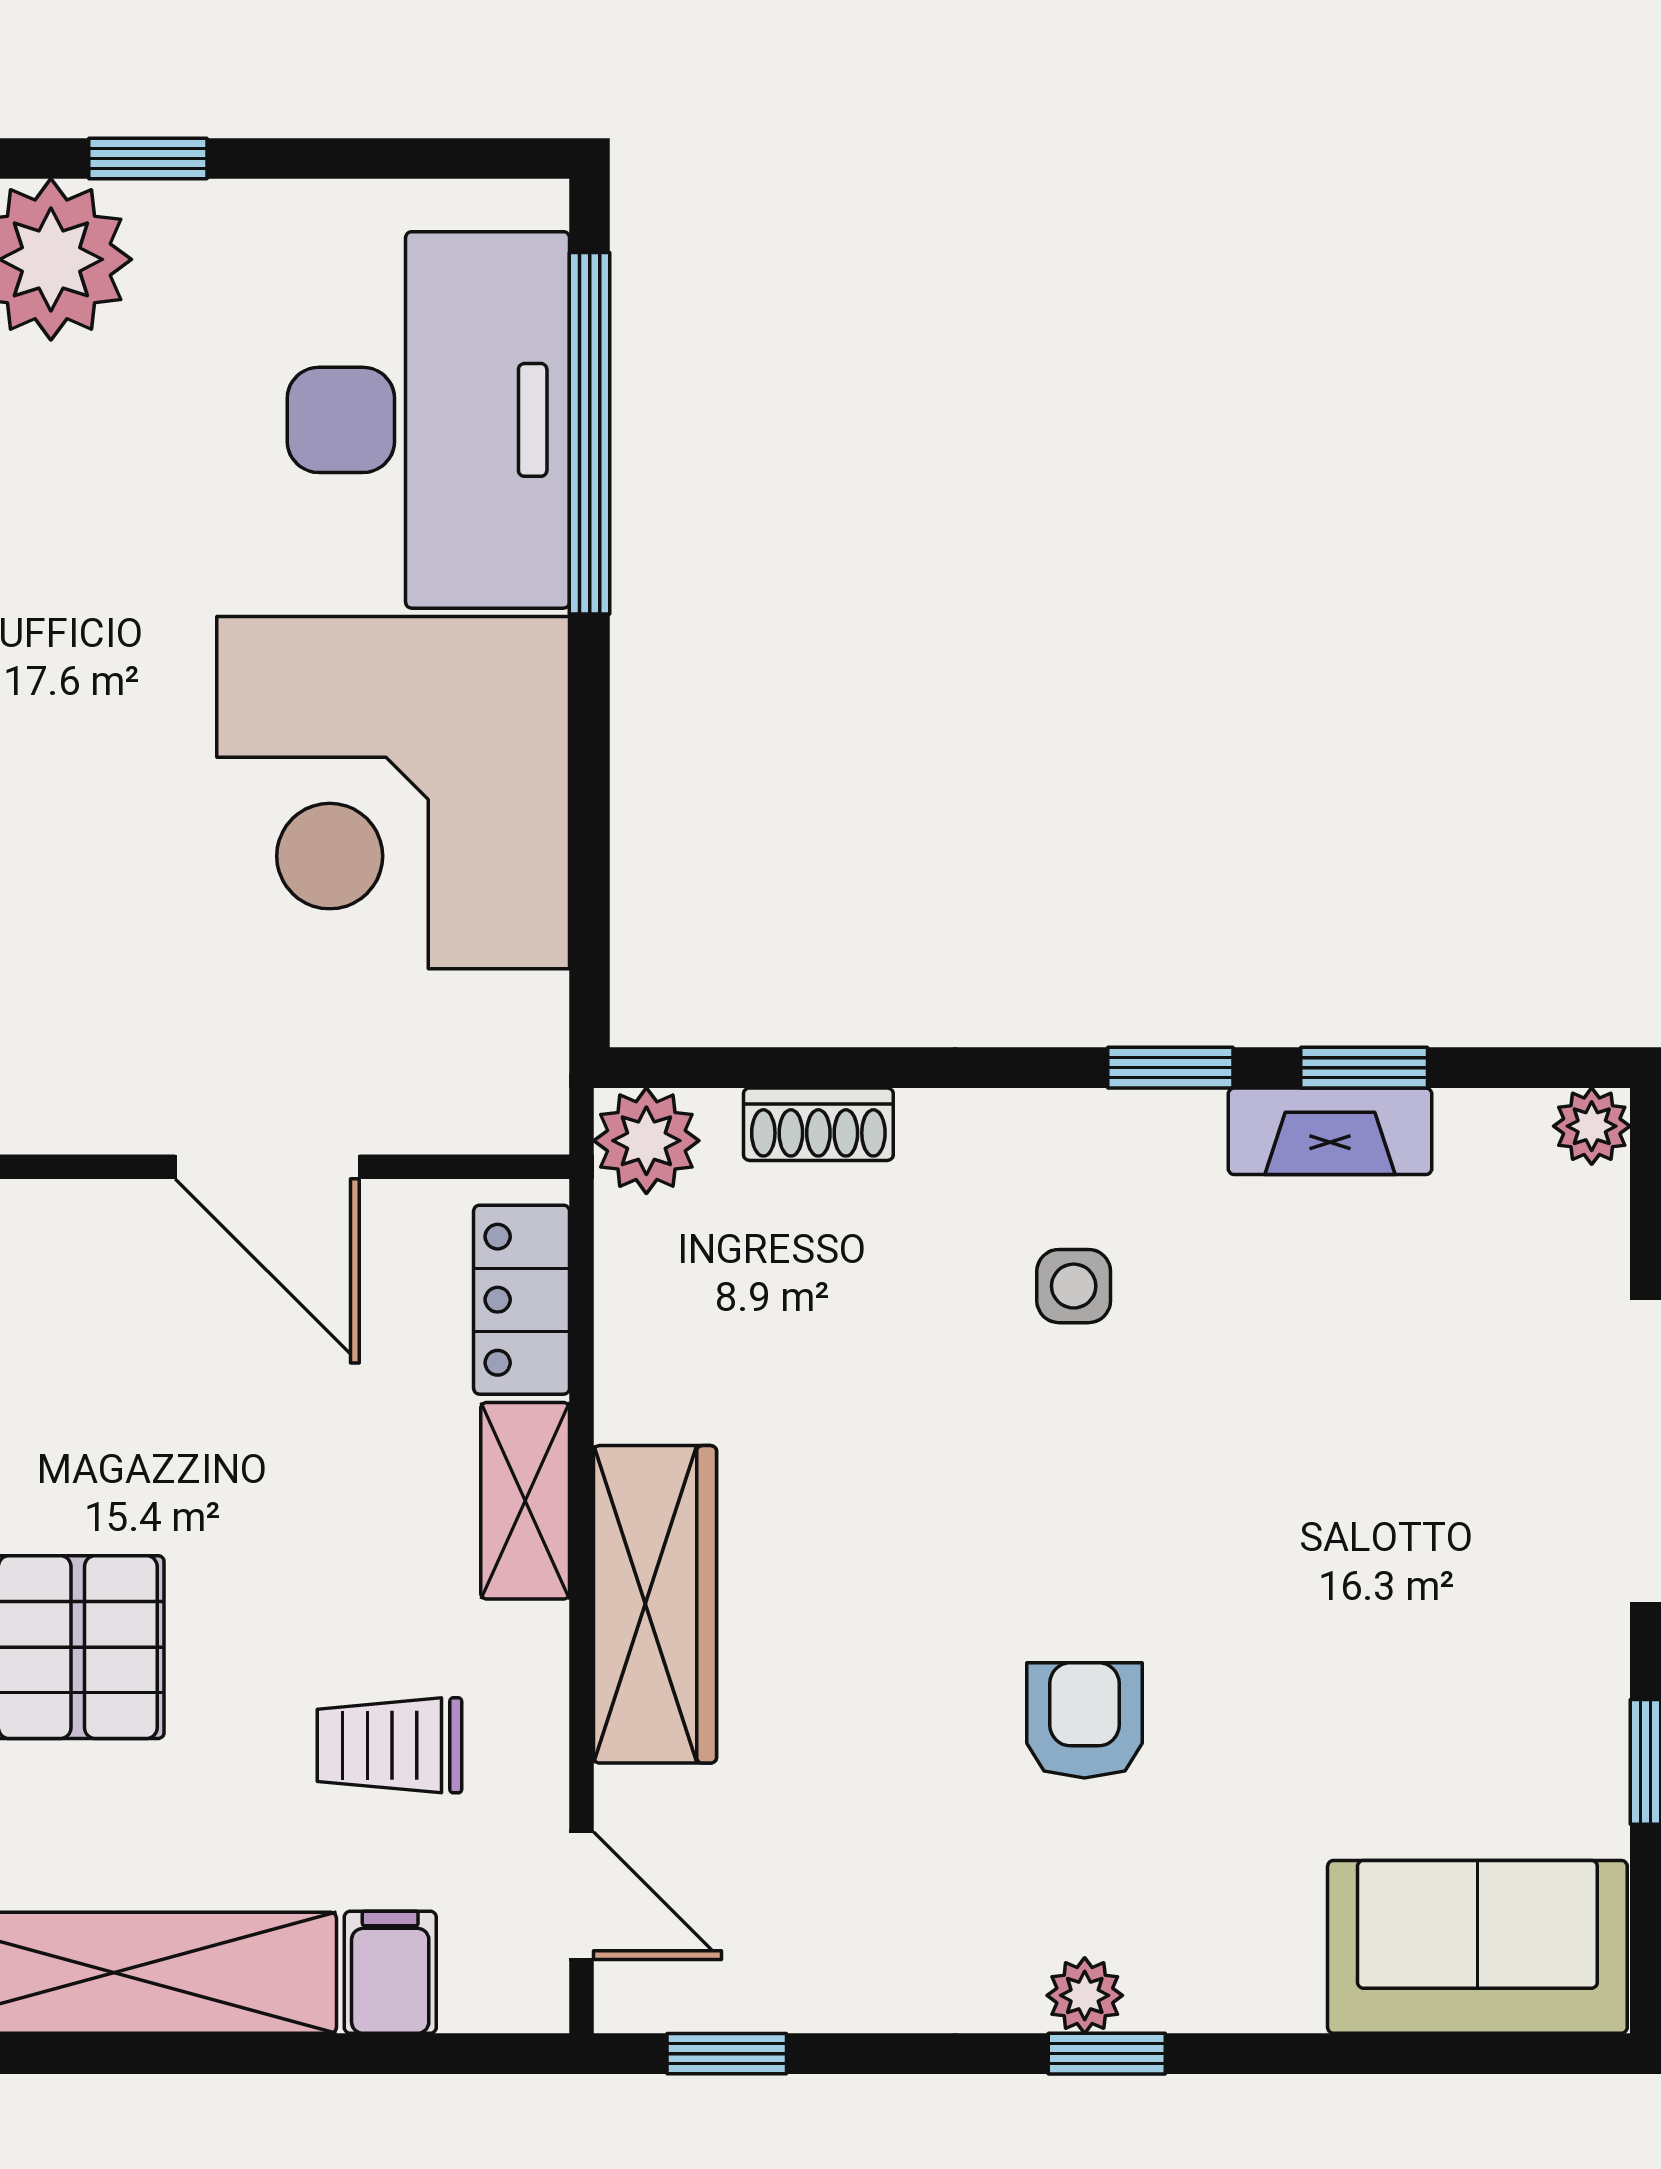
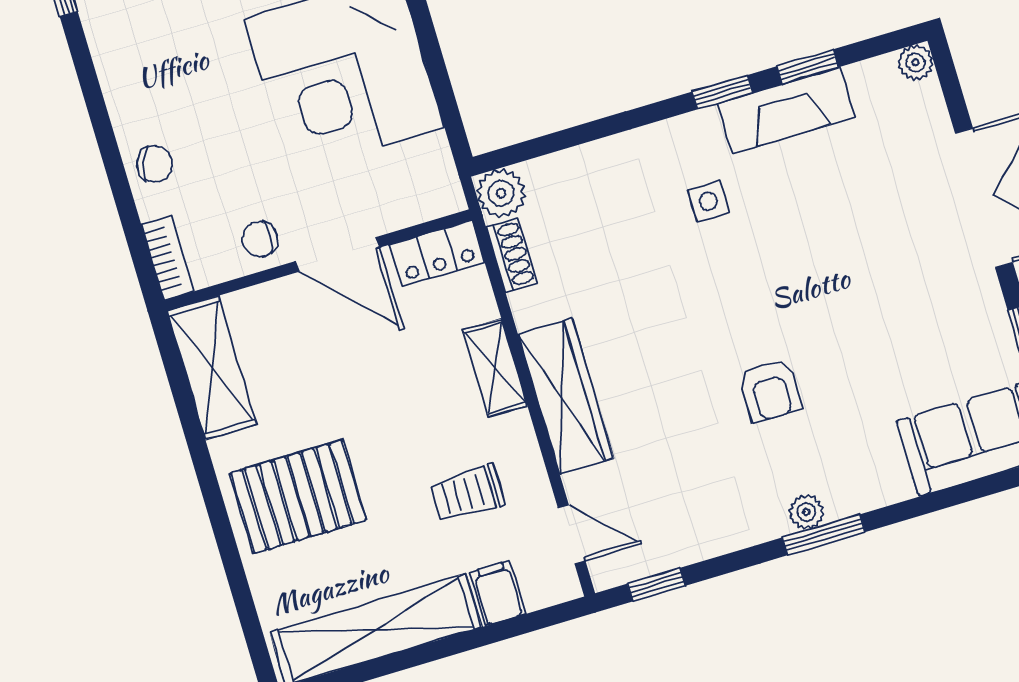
chair: (115, 1087) -> (260, 239), added
shoe rack: (818, 1124) -> (512, 255), moved, turned -90
fireplace: (1330, 1131) -> (786, 110), width x1.37, depth x1.32
locker: (522, 1300) -> (437, 254), moved, turned -90
armchair: (1084, 1720) -> (770, 391), turned 180
window: (1107, 2054) -> (824, 535), width x1.50

